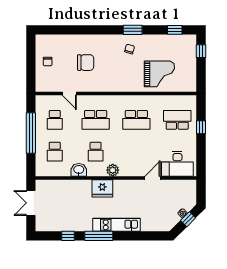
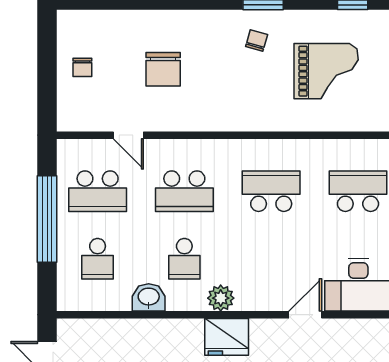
chair: (86, 63) -> (163, 69), turned 90
grand piano: (159, 74) -> (326, 71), moved
school desk: (55, 120) -> (98, 191), width x1.85
school desk: (136, 120) -> (271, 191), turned 180
fridge: (102, 188) -> (227, 337), moved

